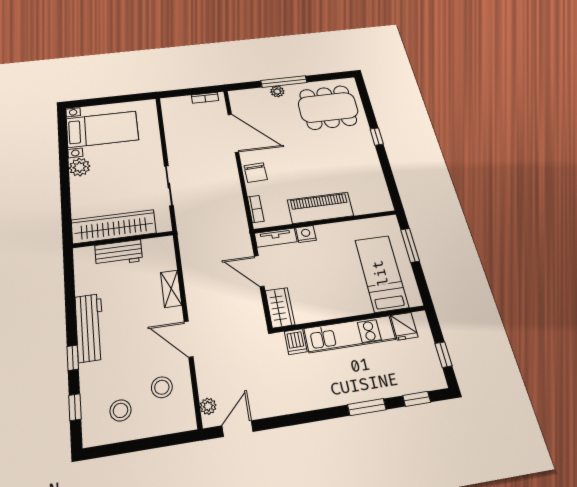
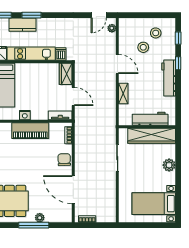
plant: (80, 167) -> (169, 165), moved
nightstand: (306, 234) -> (25, 115), moved
workbench: (119, 253) -> (150, 119), width x1.38
kitchen counter: (379, 386) -> (23, 25), added
stool: (162, 387) -> (143, 47), moved

